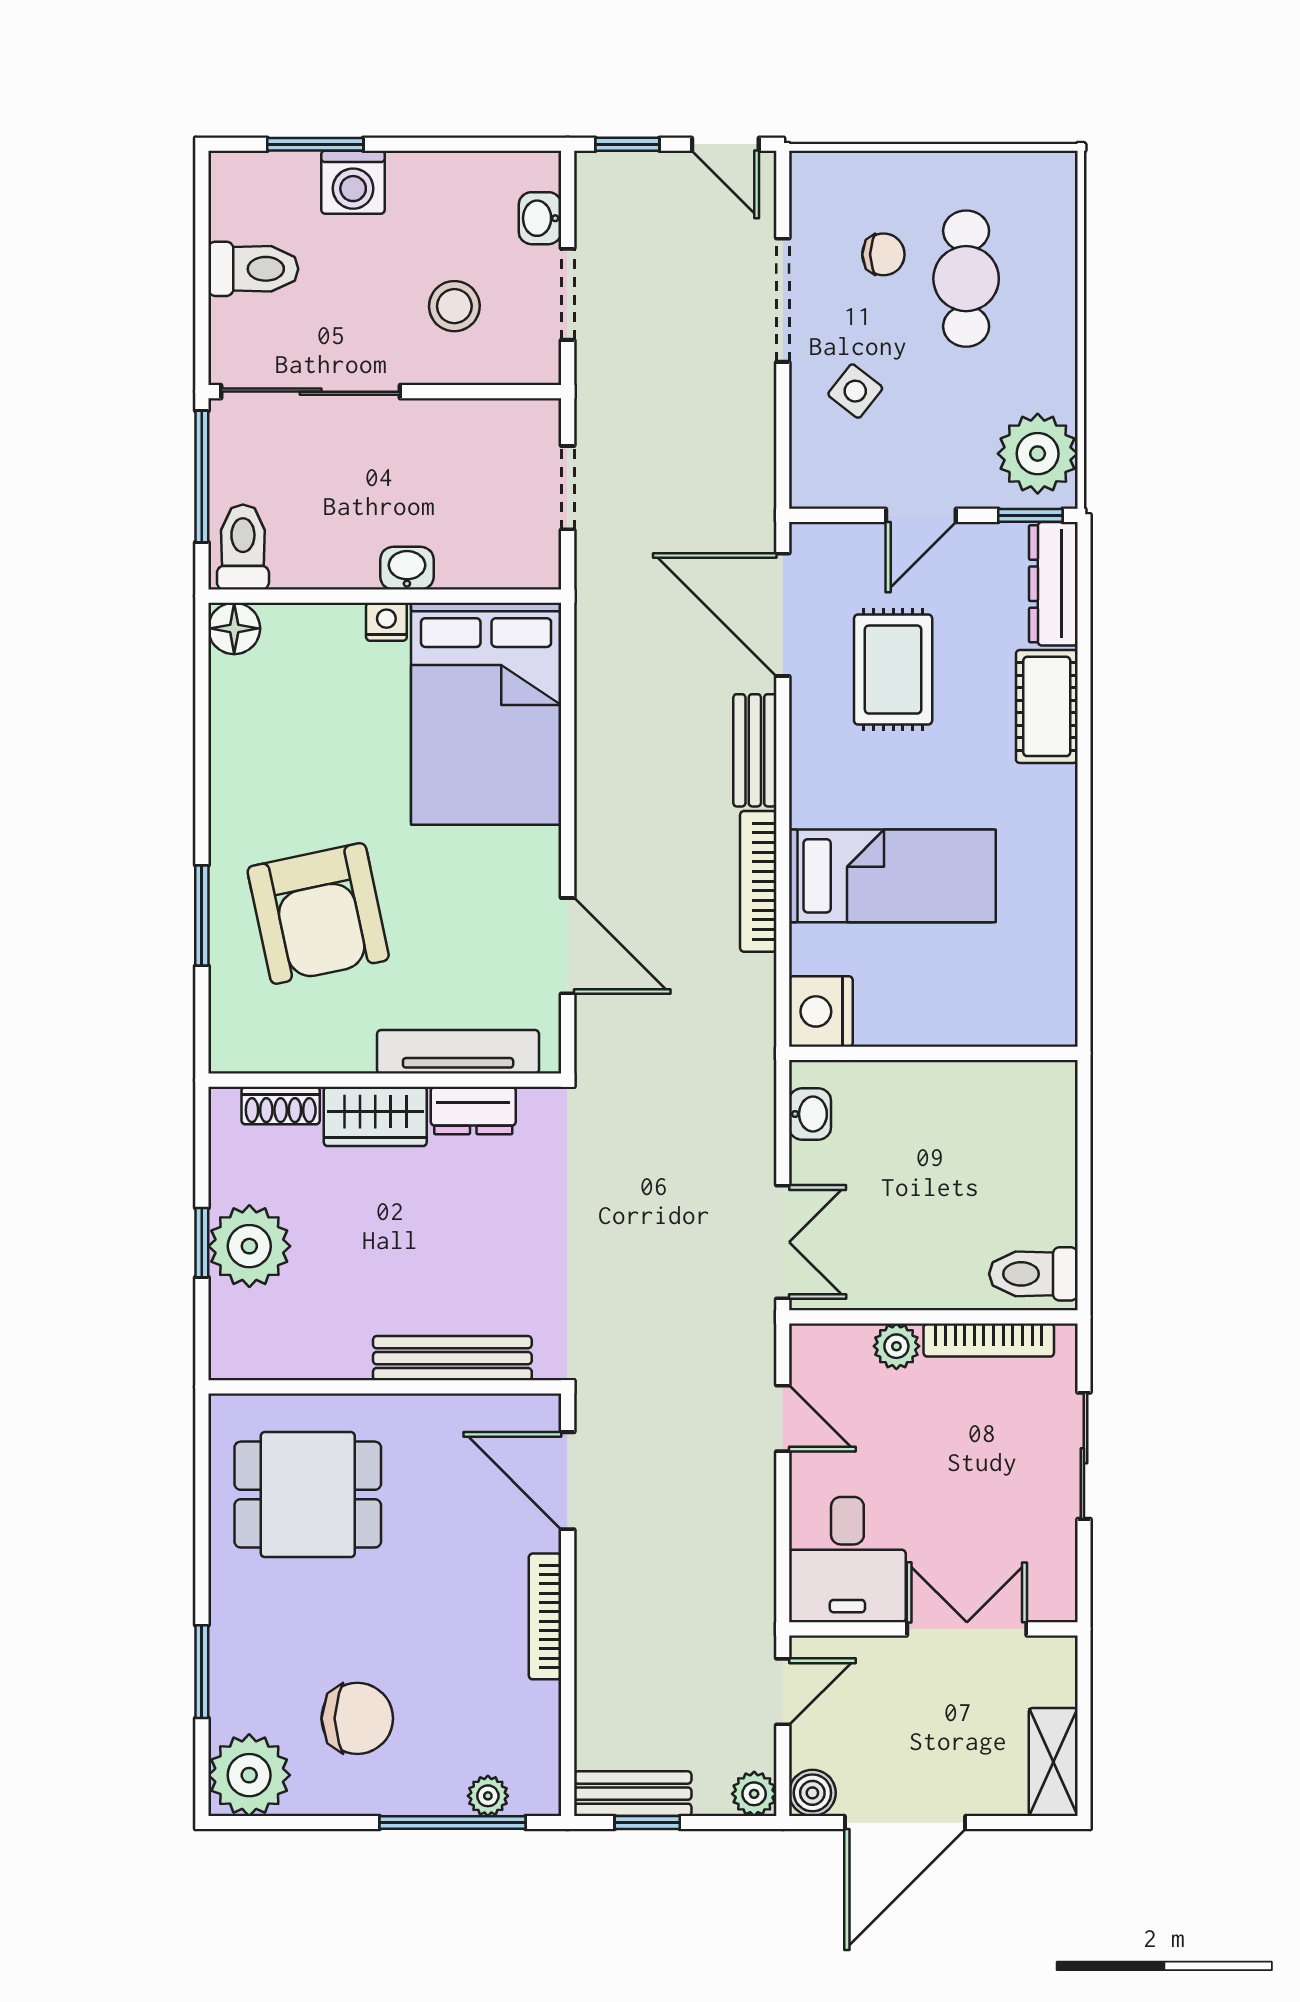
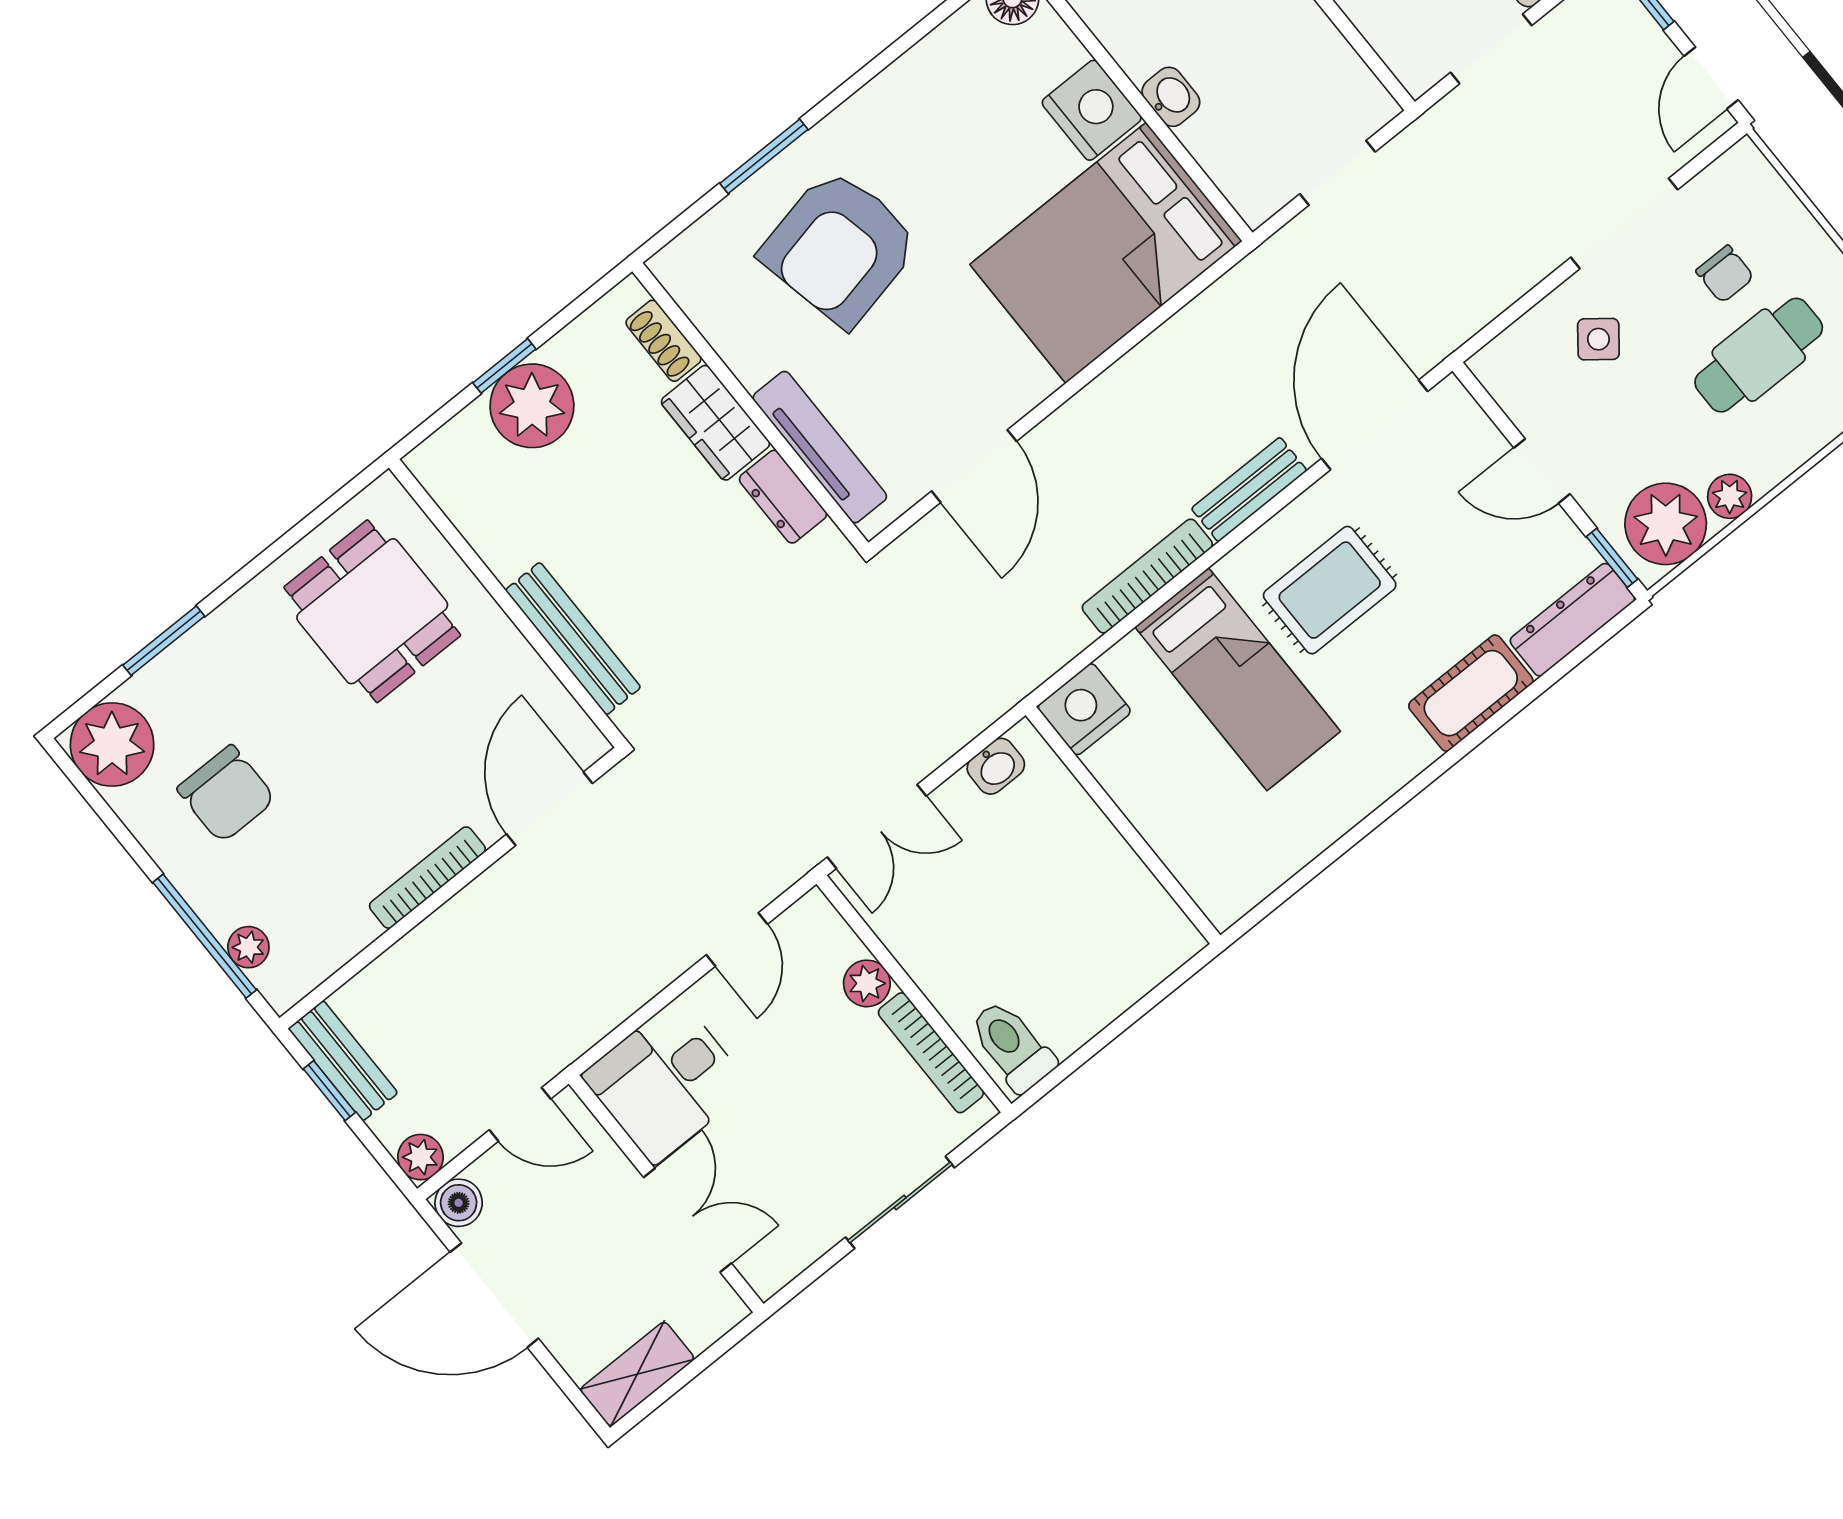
plant: (1056, 388) -> (1730, 496), added
nightstand: (386, 622) -> (1092, 110), width x1.89, depth x1.79
rug: (893, 670) -> (1330, 590), moved

